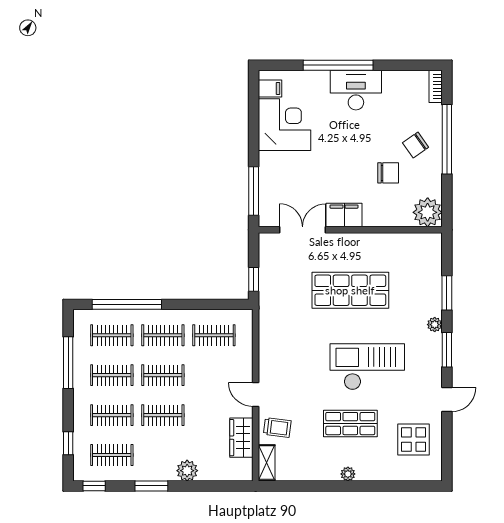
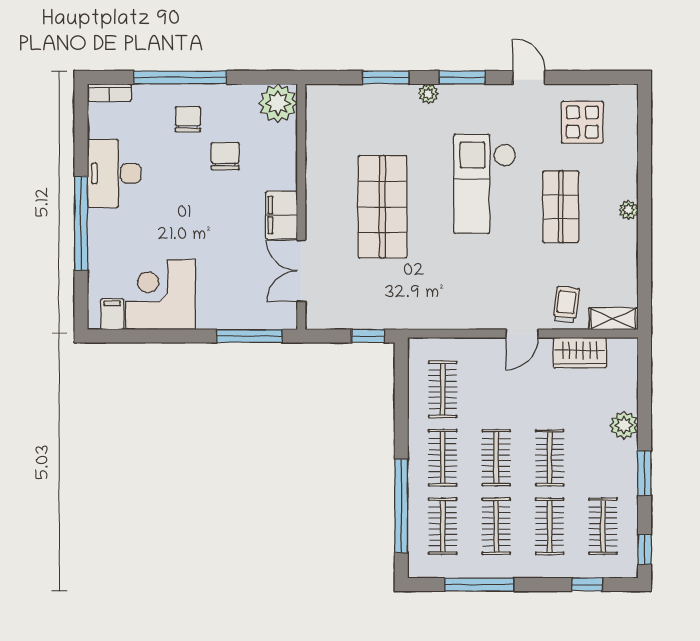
desk: (356, 90) -> (114, 173), moved
chair: (416, 145) -> (188, 119), turned -145

